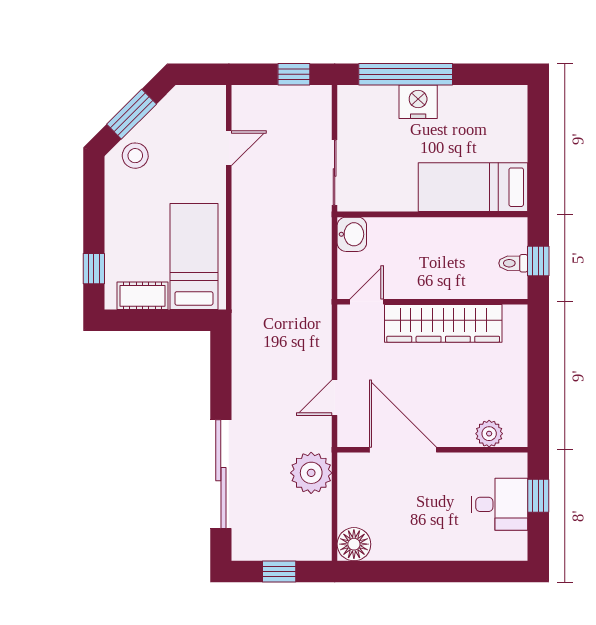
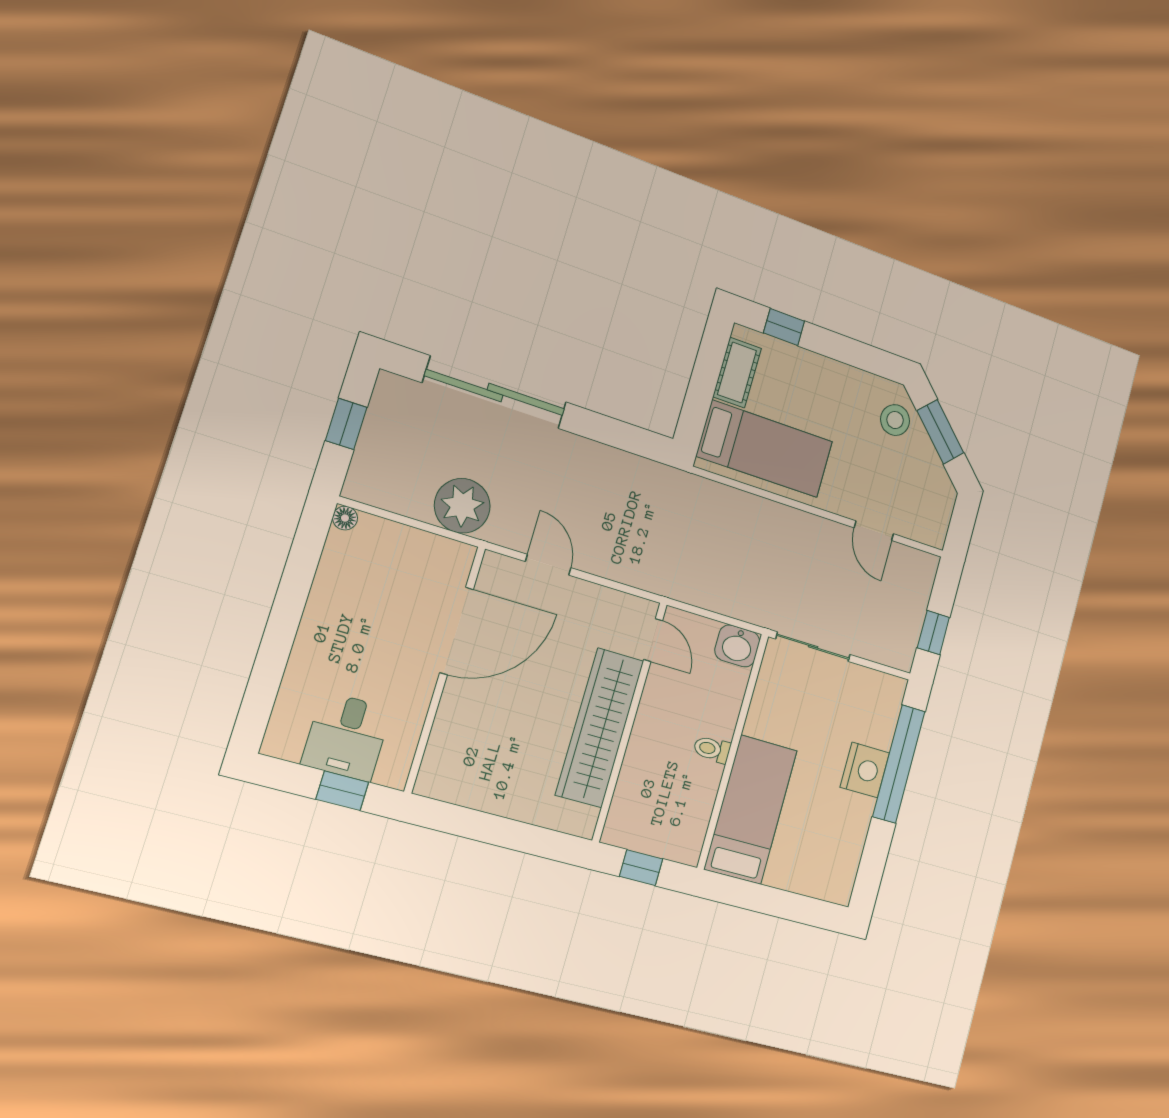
toilet: (513, 263) -> (712, 749), moved, turned -90
plant: (489, 434) -> (444, 748), removed
floor lamp: (354, 544) -> (345, 518), width x0.53, depth x0.53

